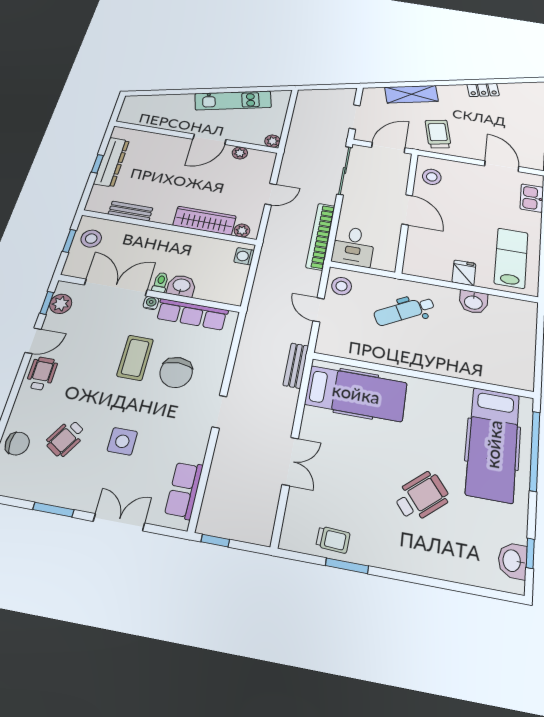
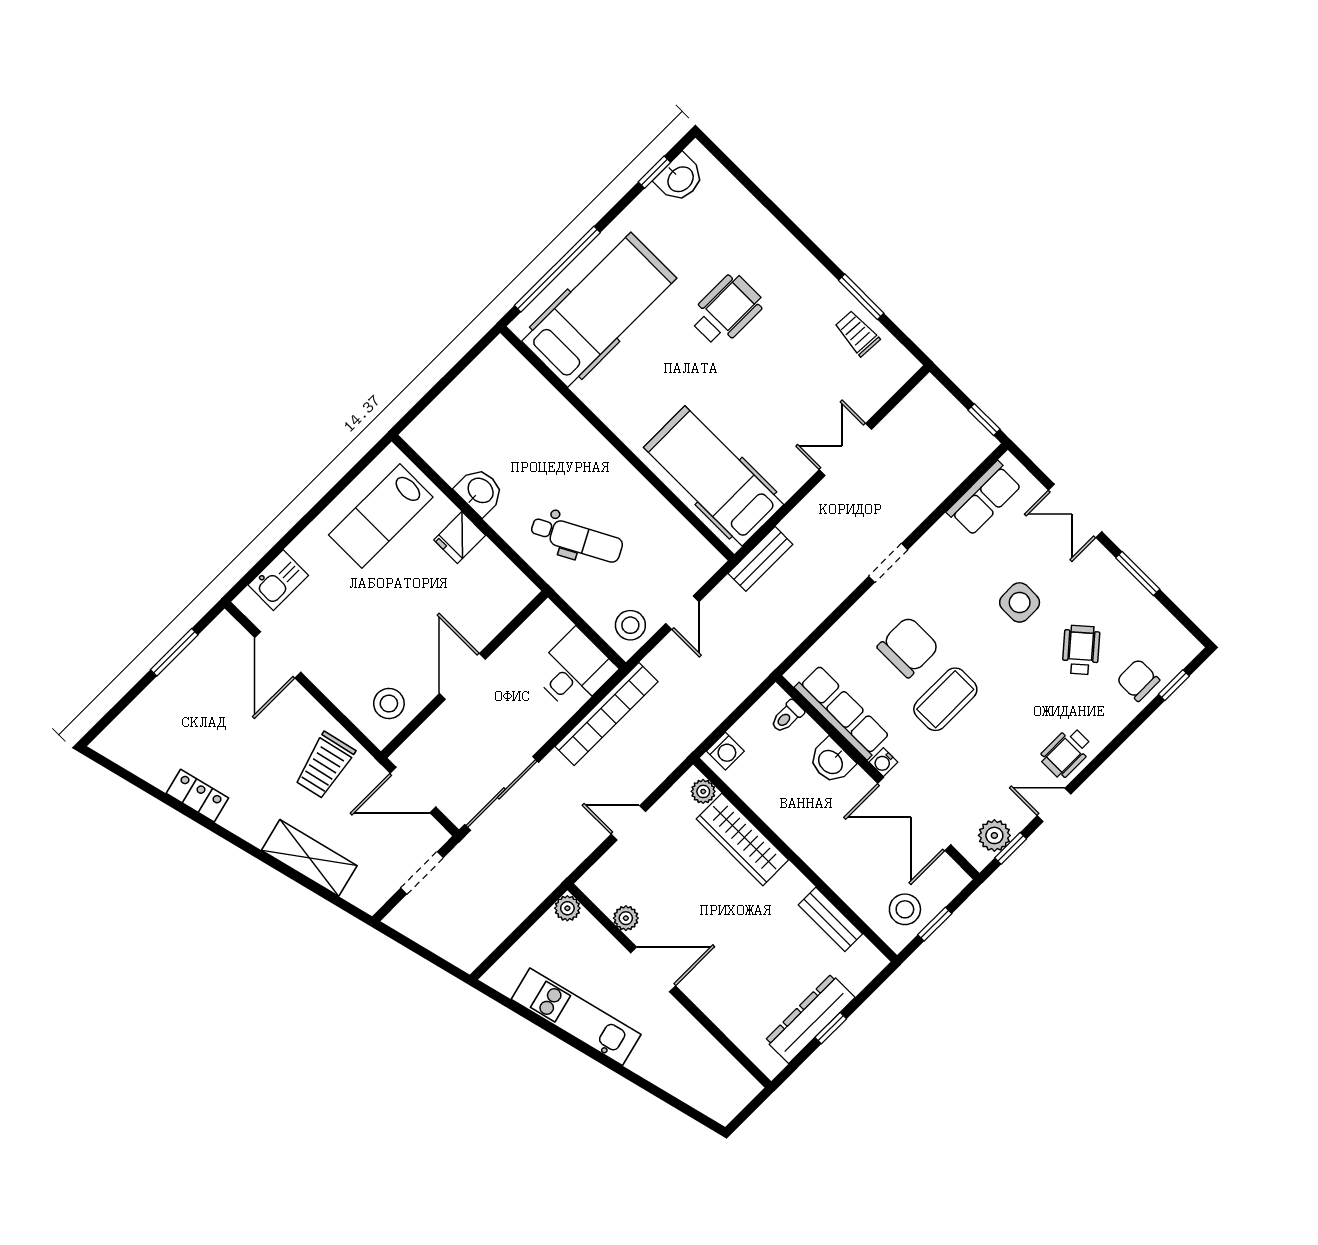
toilet: (160, 282) -> (787, 717), moved
wheelchair: (66, 438) -> (1081, 650), turned -73
wheelchair: (422, 496) -> (726, 310), turned 130

